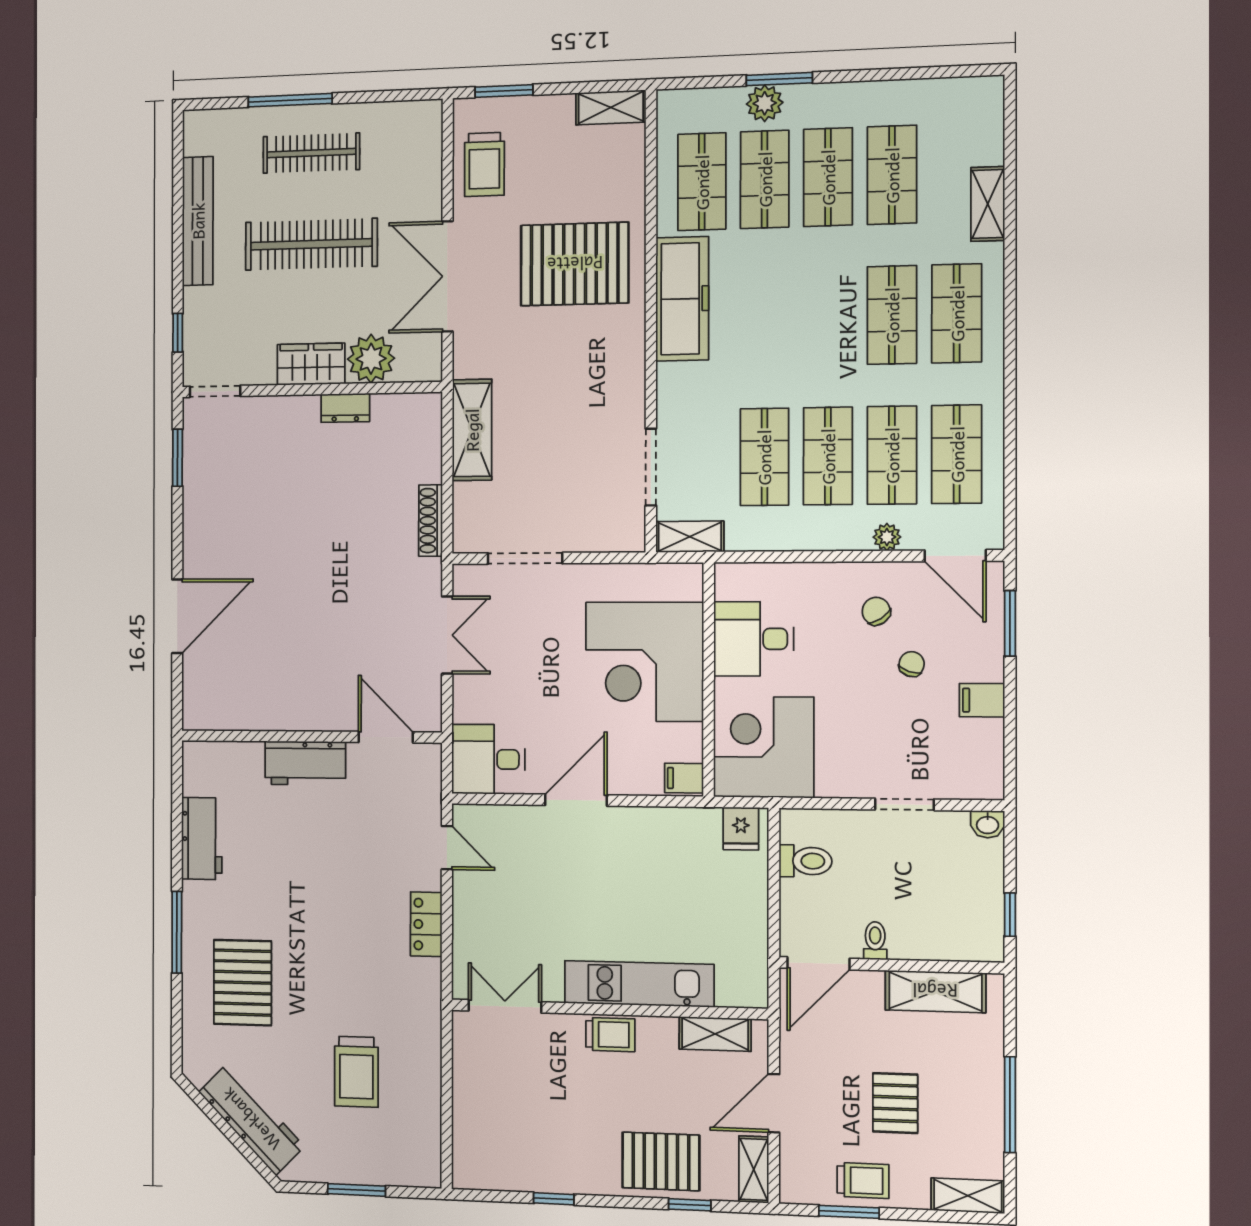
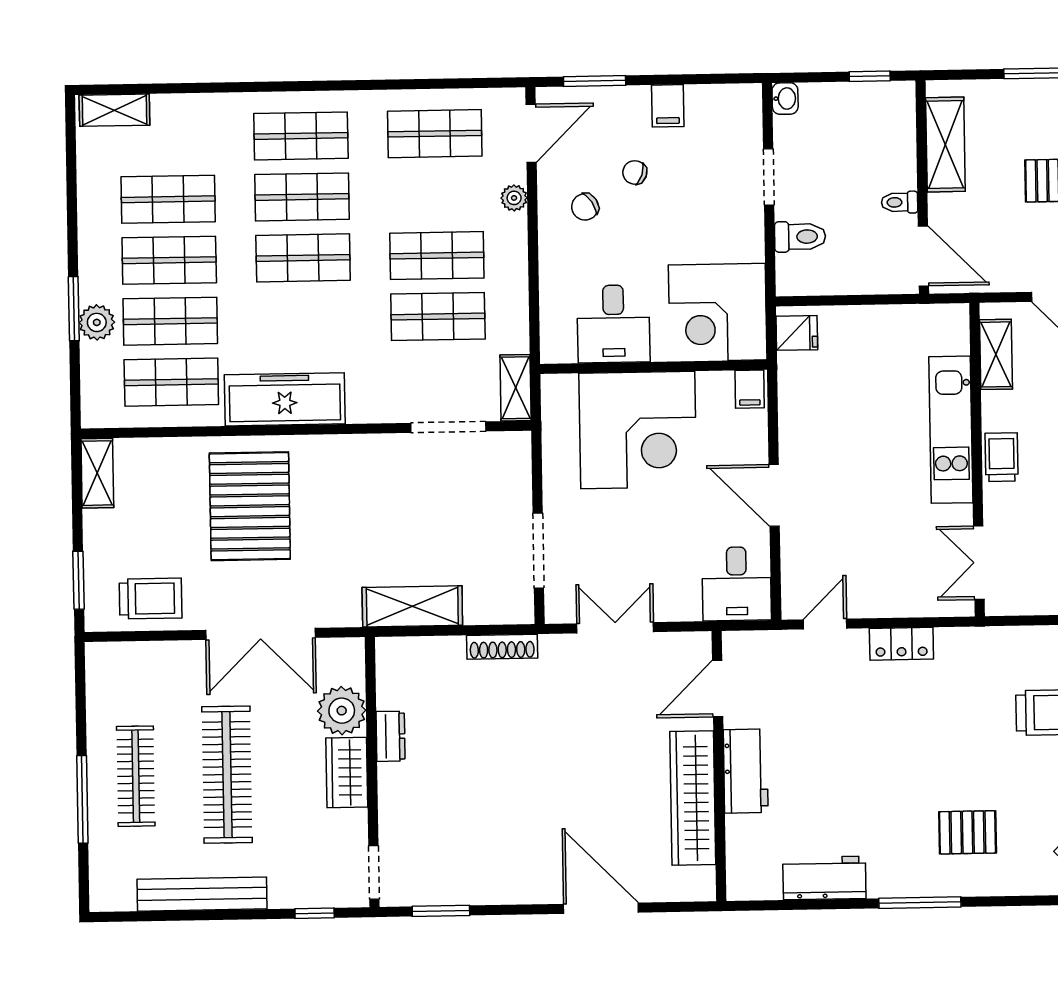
shelving: (988, 204) -> (114, 110), moved
shop shelf: (892, 455) -> (303, 258), moved
wardrobe: (280, 710) -> (693, 798), added
toilet: (805, 861) -> (800, 237), moved, turned 90
pallet: (243, 983) -> (968, 832), width x0.67, depth x0.71

